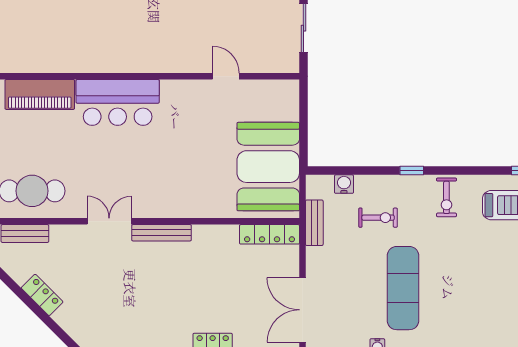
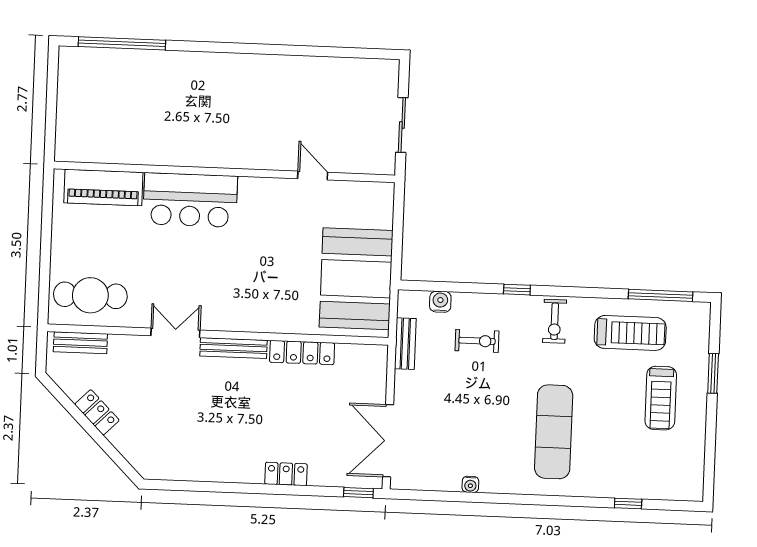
locker: (270, 234) -> (302, 353), moved
exercise mat: (403, 288) -> (554, 432), moved

